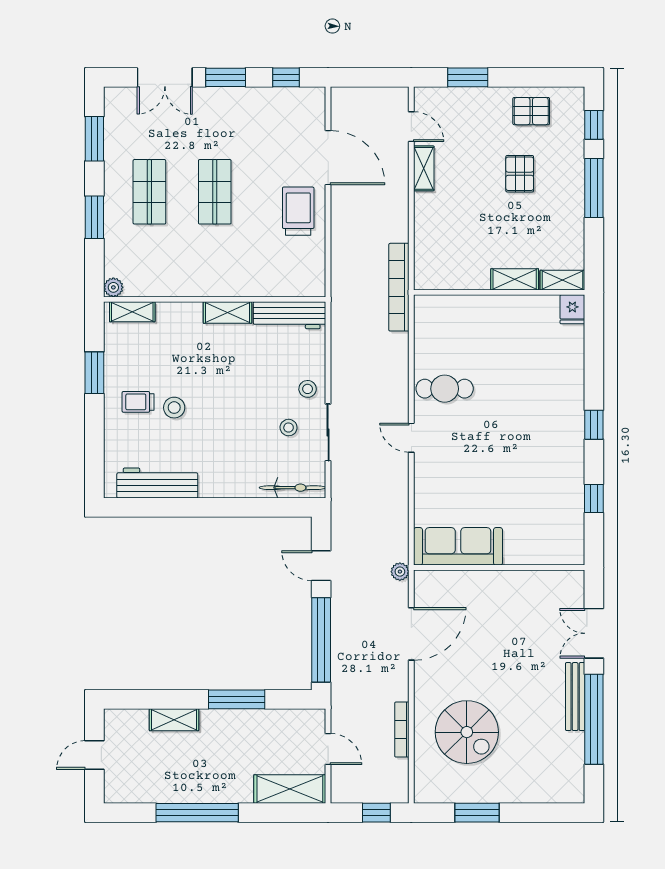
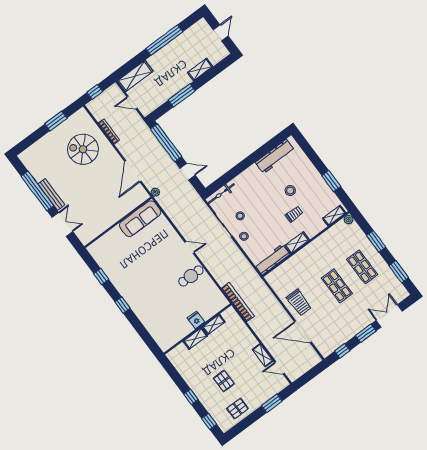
window: (594, 188) -> (191, 397), width x0.46
shelving: (562, 280) -> (214, 324), moved
fridge: (572, 309) -> (196, 320), moved
trolley: (138, 402) -> (294, 214), moved

